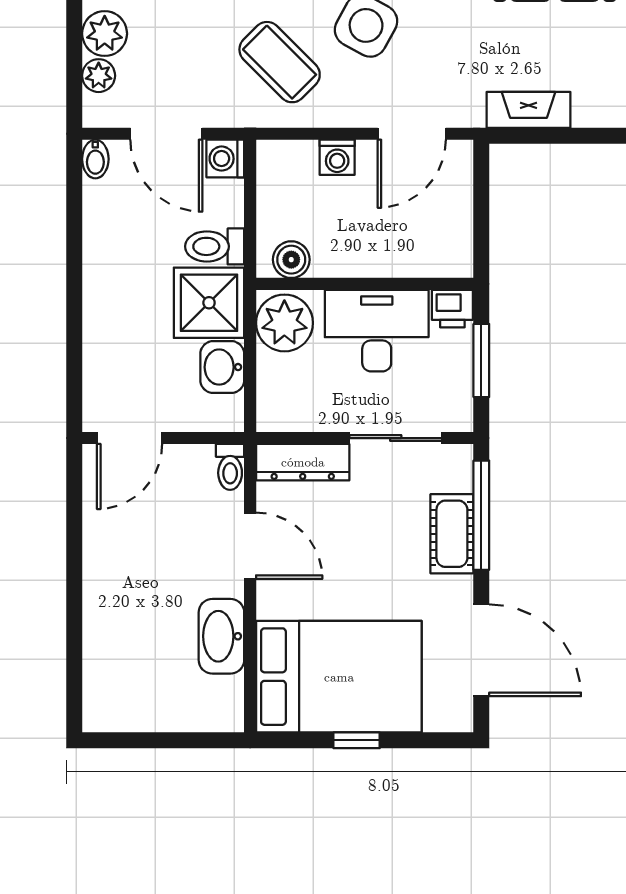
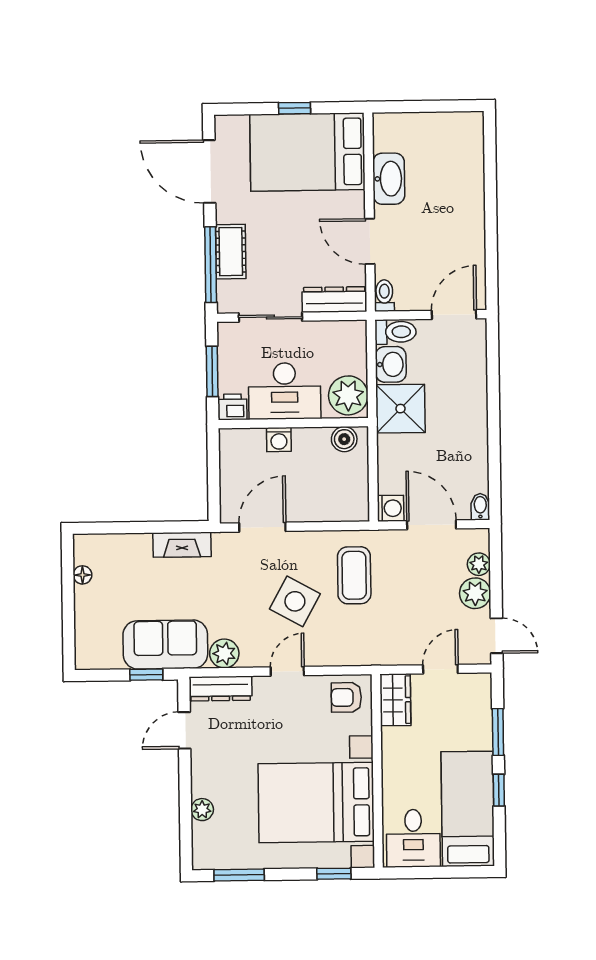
coffee table: (280, 62) -> (354, 575), turned 45
washing machine: (337, 157) -> (279, 440), moved, turned 180
toilet: (215, 246) -> (396, 332), moved

